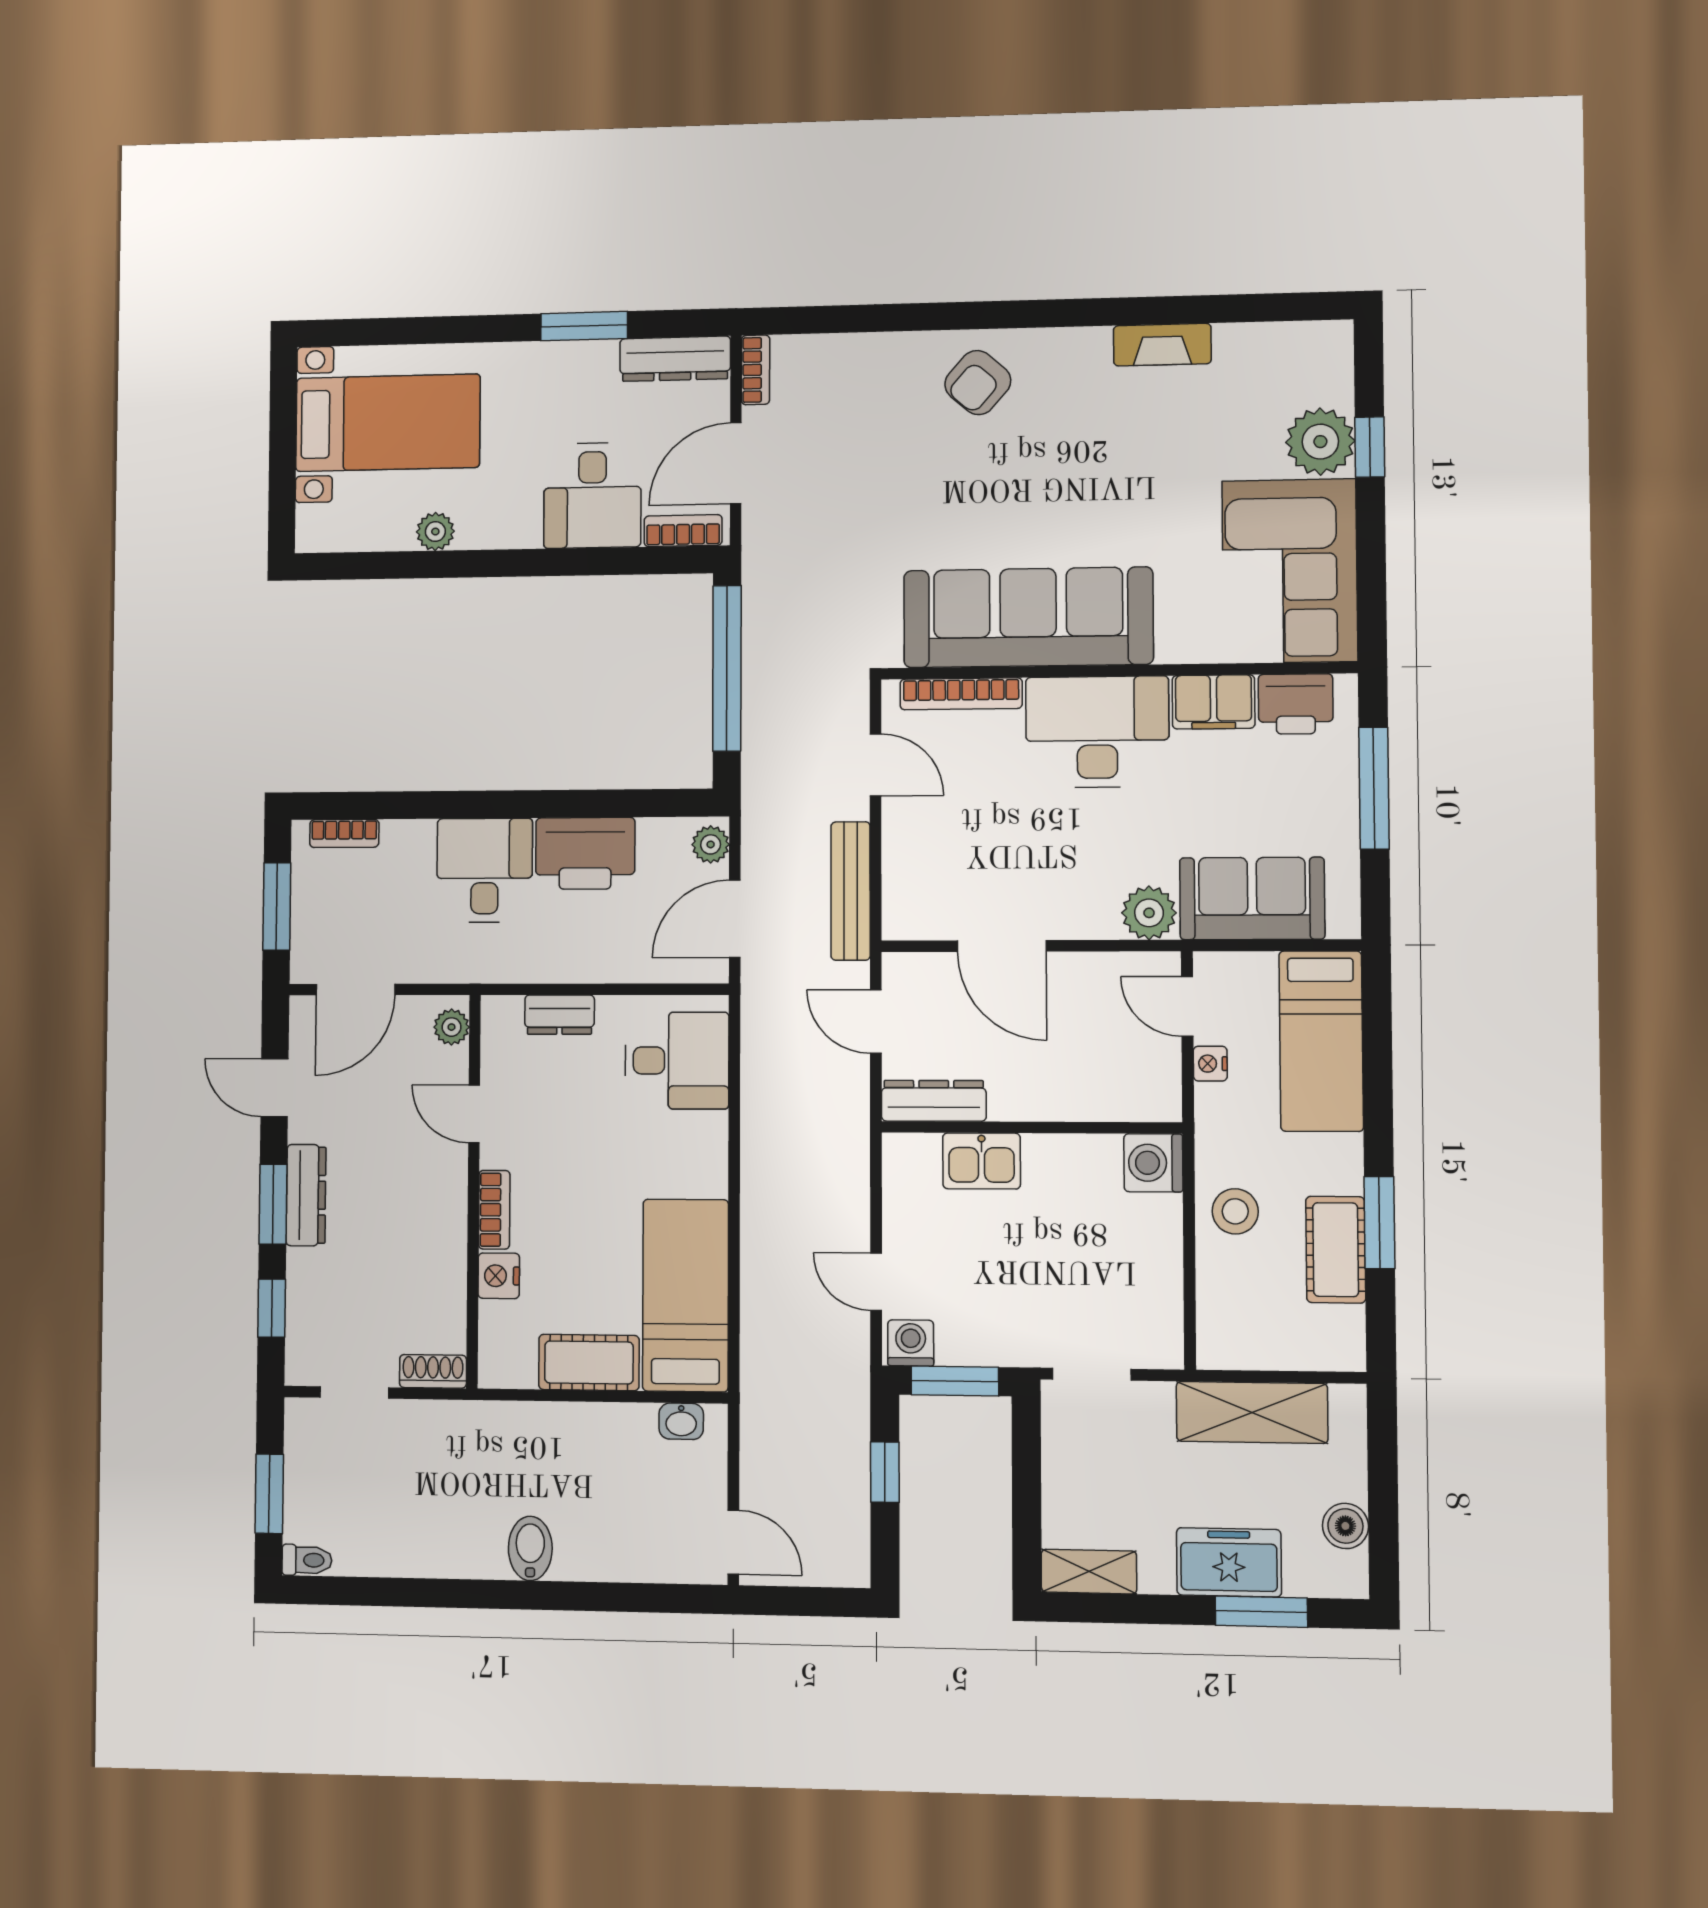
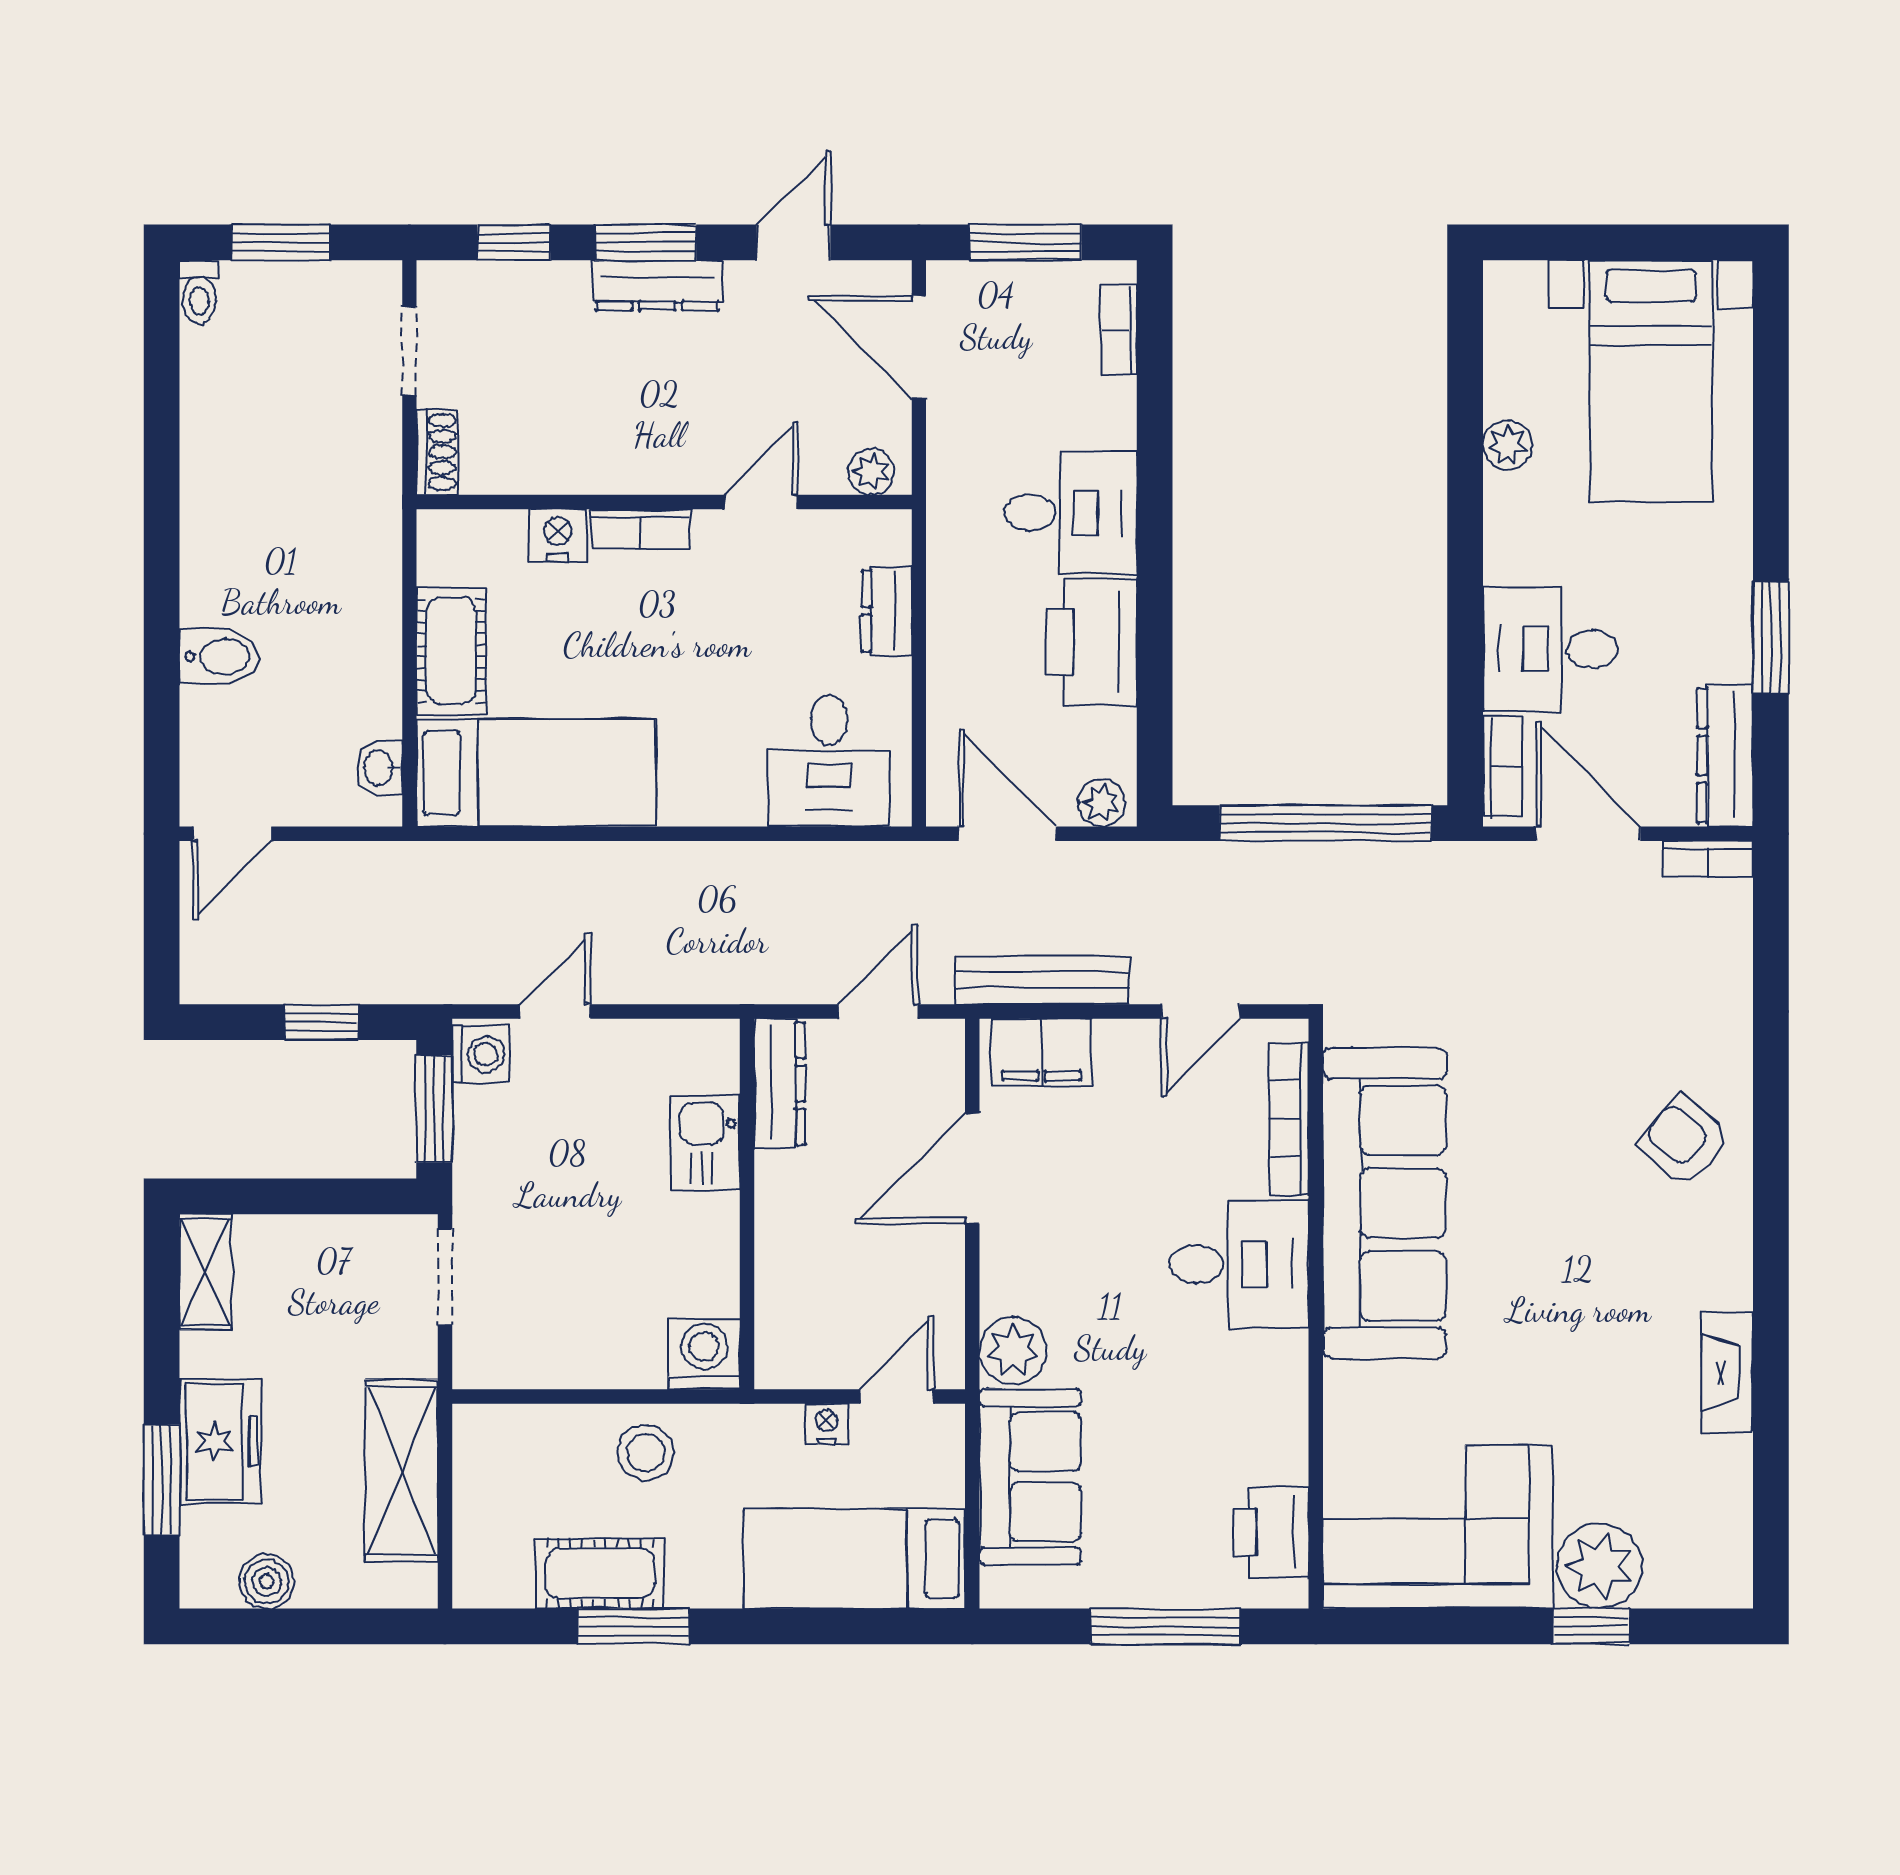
filing cabinet: (1213, 702) -> (1041, 1052), moved, turned -90
desk: (1097, 732) -> (1239, 1264), width x0.73
bidet: (530, 1548) -> (219, 657), moved

